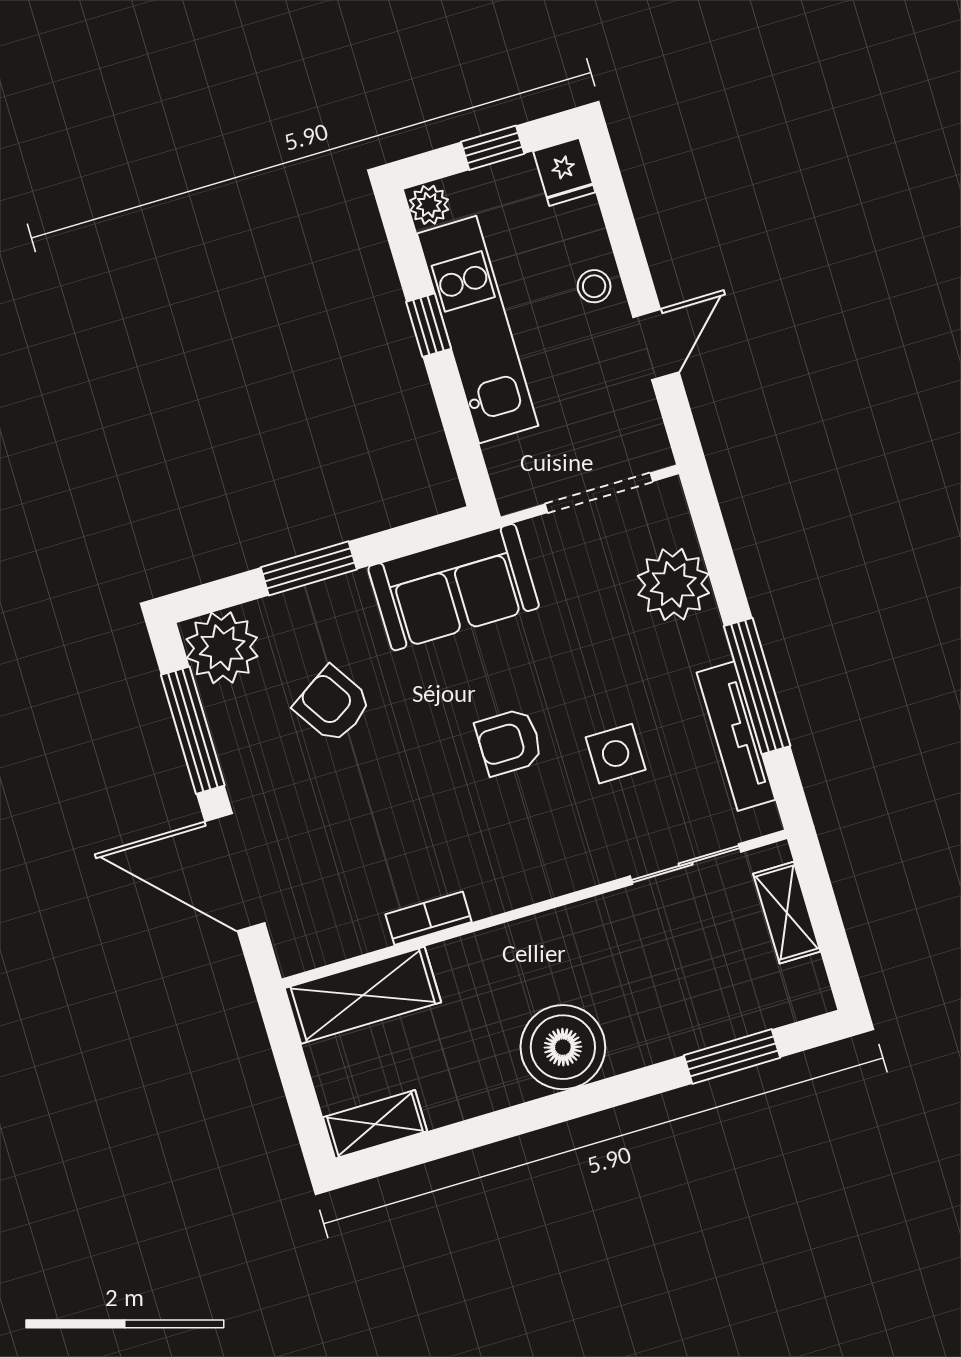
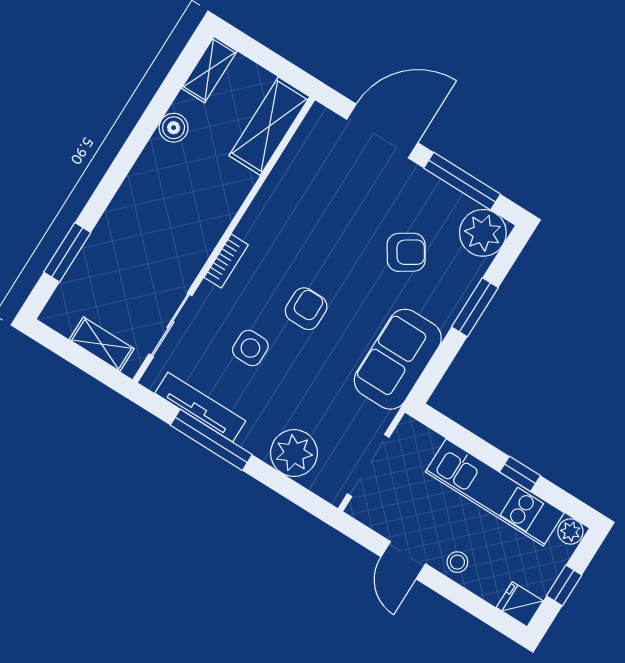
bookcase: (429, 918) -> (226, 261), moved
boiler: (563, 1047) -> (174, 128), moved, width x0.54, depth x0.54

